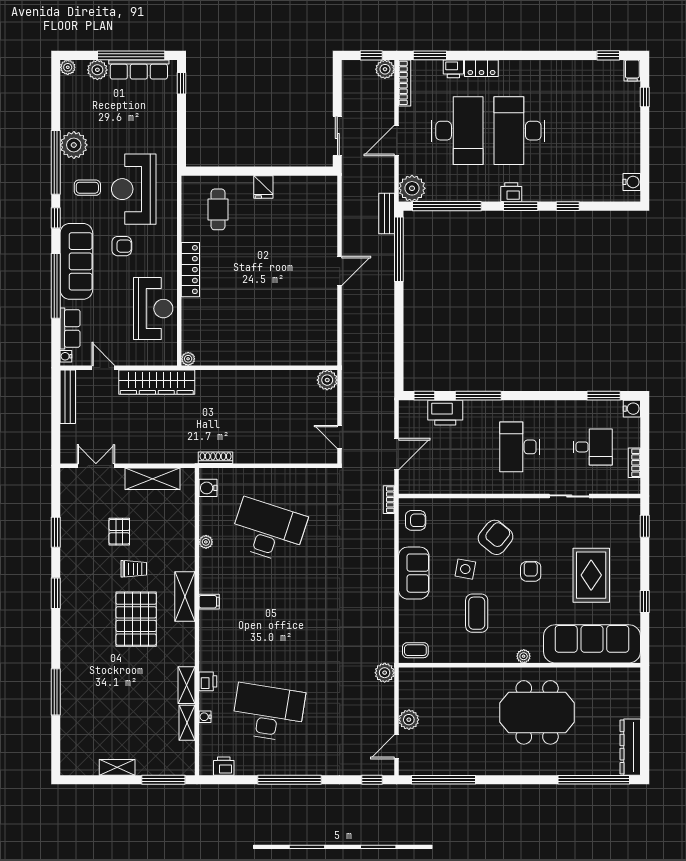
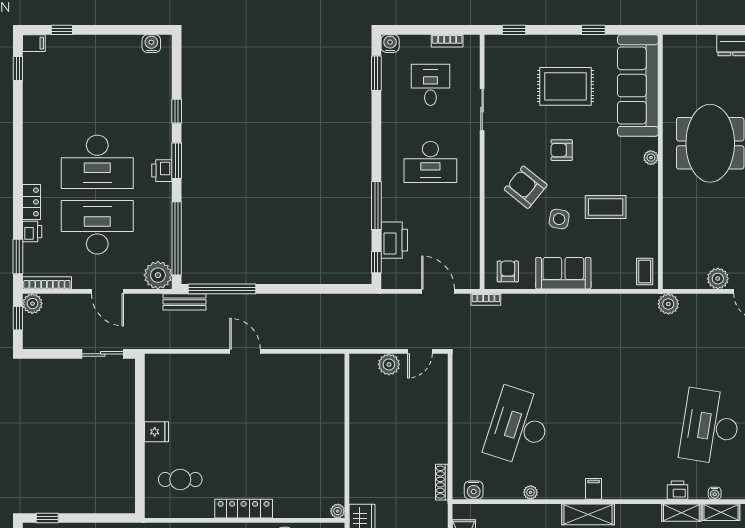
plant: (327, 380) -> (389, 364), moved

